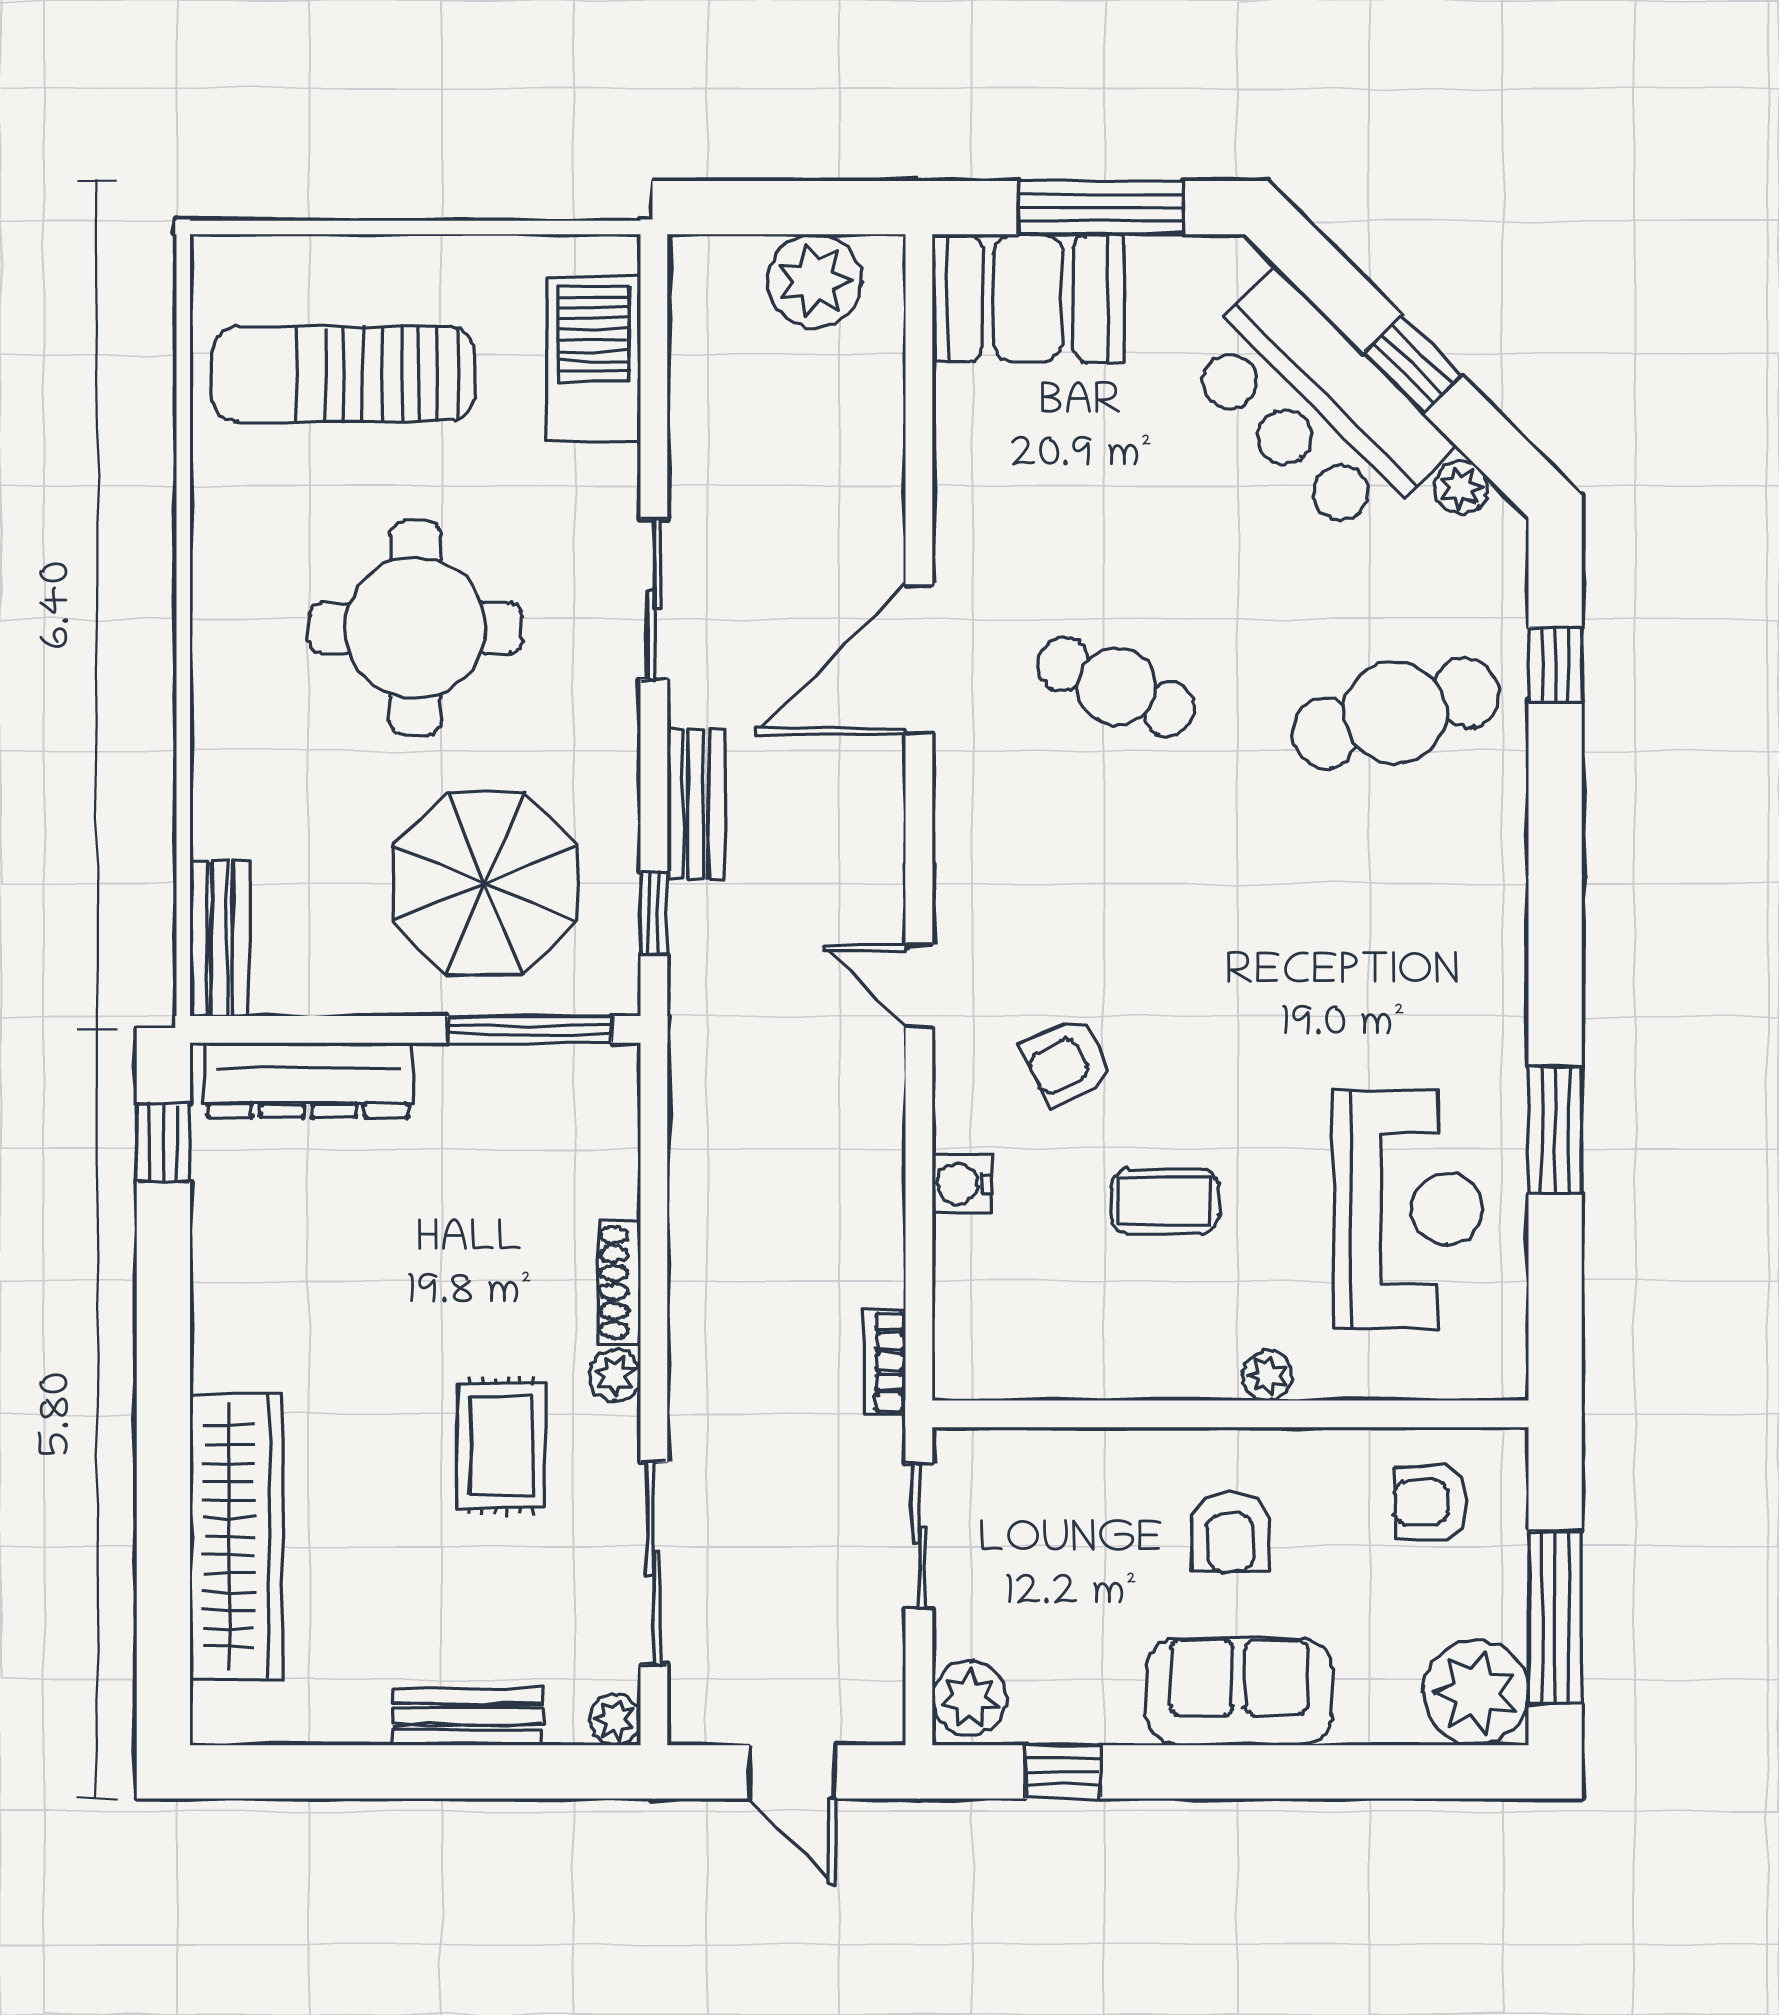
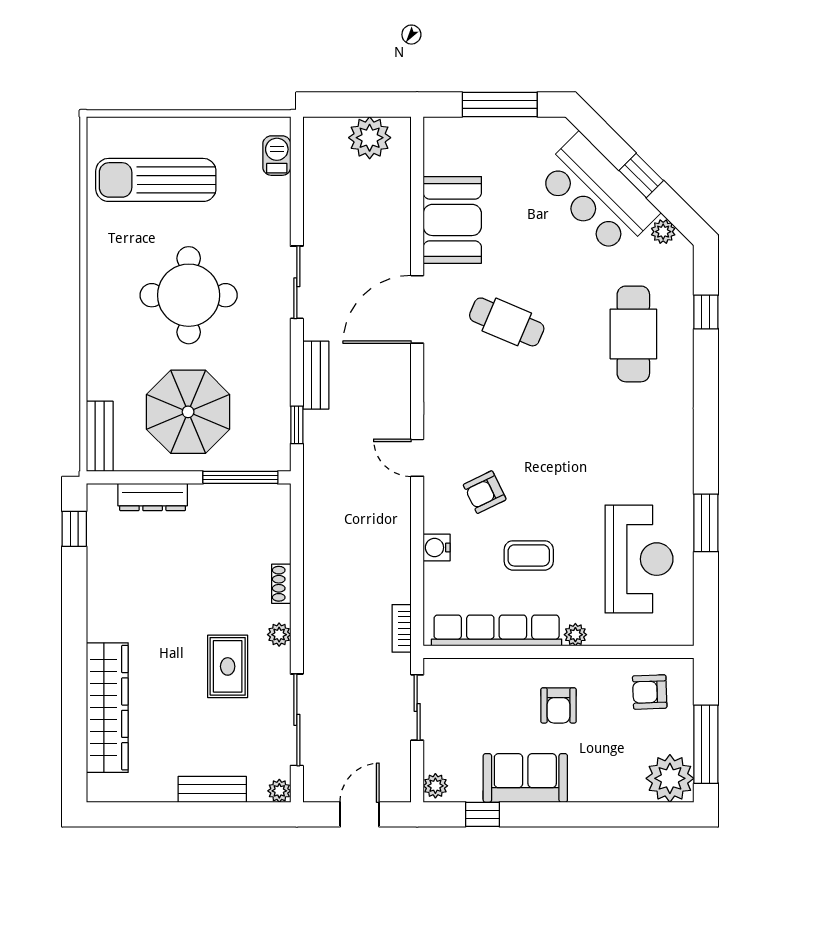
booth: (1028, 298) -> (452, 220), moved, turned 90
barbecue: (593, 359) -> (277, 156), width x0.53, depth x0.65
cafe table: (1395, 713) -> (633, 334), turned -74
parasol: (485, 883) -> (188, 412), moved
dresser: (308, 1080) -> (153, 497), width x0.73, depth x0.80
shoe rack: (619, 1282) -> (281, 584), width x0.70
row of seats: (1094, 1367) -> (497, 630), added
sofa: (1239, 1692) -> (525, 778), moved
plant: (969, 1699) -> (435, 786), width x0.73, depth x0.73
door: (792, 1772) -> (360, 814), swing flipped

